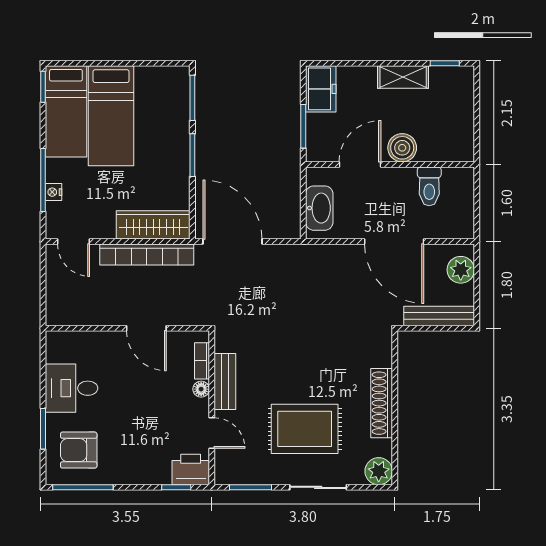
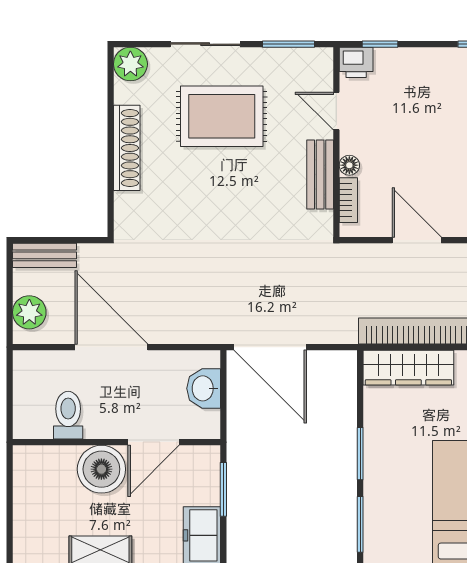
boiler: (402, 148) -> (101, 469), width x1.37, depth x1.37
washbasin: (319, 208) -> (204, 388), width x0.72
door: (232, 242) -> (270, 347), moved
bench: (439, 316) -> (44, 255), width x0.73
printer: (191, 470) -> (356, 62), width x0.73, depth x0.81

